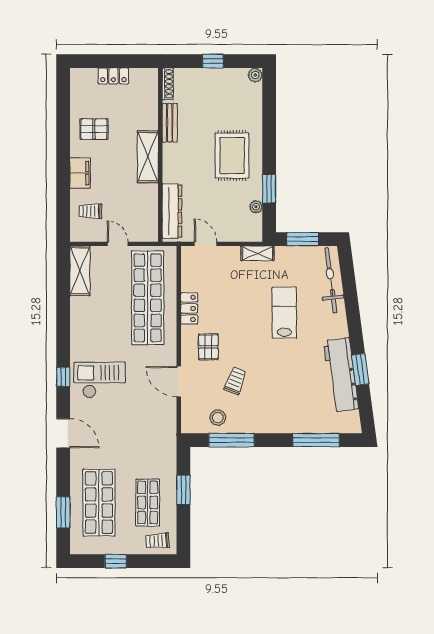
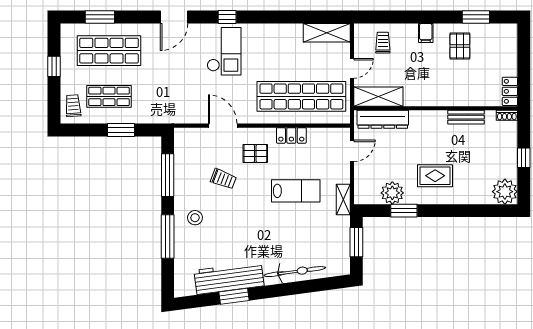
plant: (255, 75) -> (505, 192), width x1.88, depth x1.88
locker: (113, 76) -> (510, 91), moved
shoe rack: (168, 84) -> (507, 115), width x0.70
window: (63, 112) -> (476, 17), added
rug: (232, 156) -> (435, 176), width x0.73, depth x0.70
shelving: (148, 157) -> (378, 97), moved
filing cabinet: (80, 173) -> (426, 33), width x0.50
plant: (256, 207) -> (392, 193), width x1.88, depth x1.88
bicycle: (331, 280) -> (295, 272), moved
lab bench: (284, 313) -> (296, 191), moved
door: (179, 382) -> (223, 126), hinge flipped
stool: (218, 418) -> (195, 218), moved
window: (316, 440) -> (168, 236), moved

